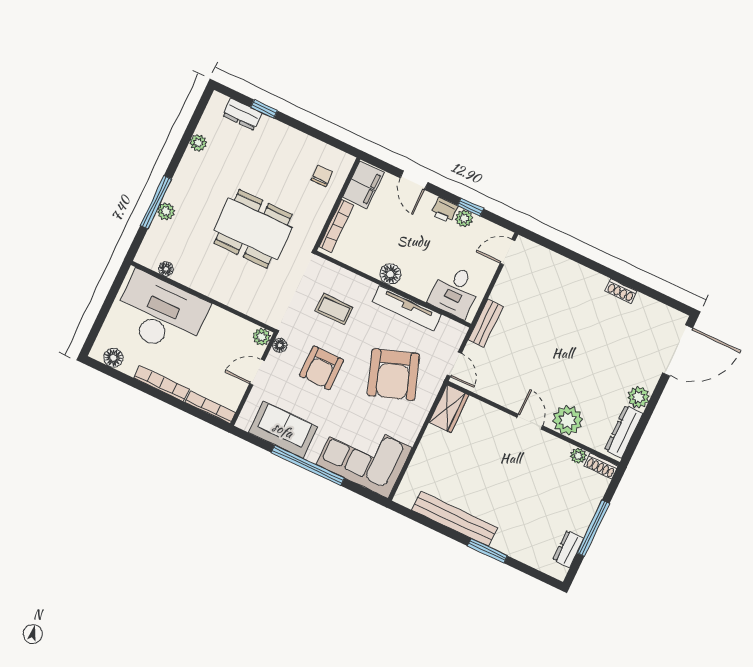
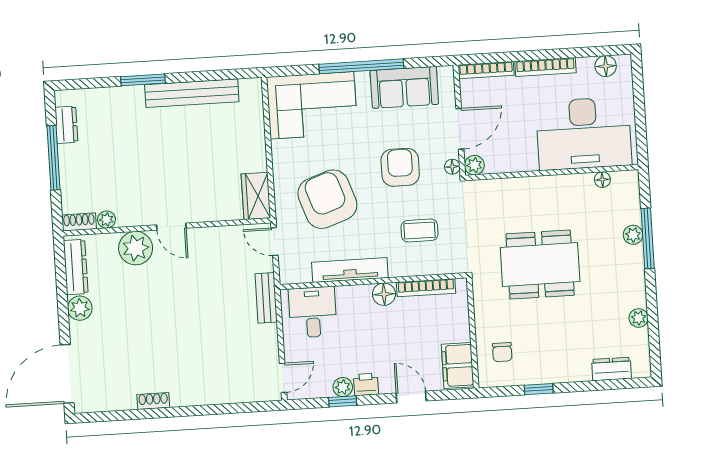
window: (264, 109) -> (539, 389), moved
bookcase: (336, 226) -> (426, 288), moved, turned -90
door: (257, 372) -> (460, 129), width x1.38

